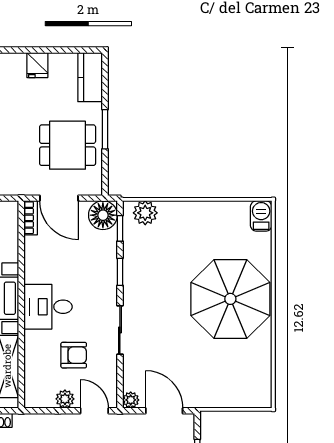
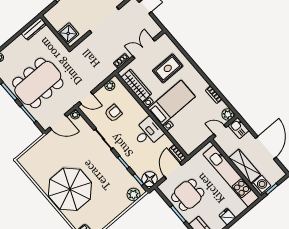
door: (59, 198) -> (173, 171), hinge flipped
desk: (48, 307) -> (148, 133), moved
armchair: (74, 355) -> (113, 113), turned 180
plant: (65, 399) -> (110, 86), moved

